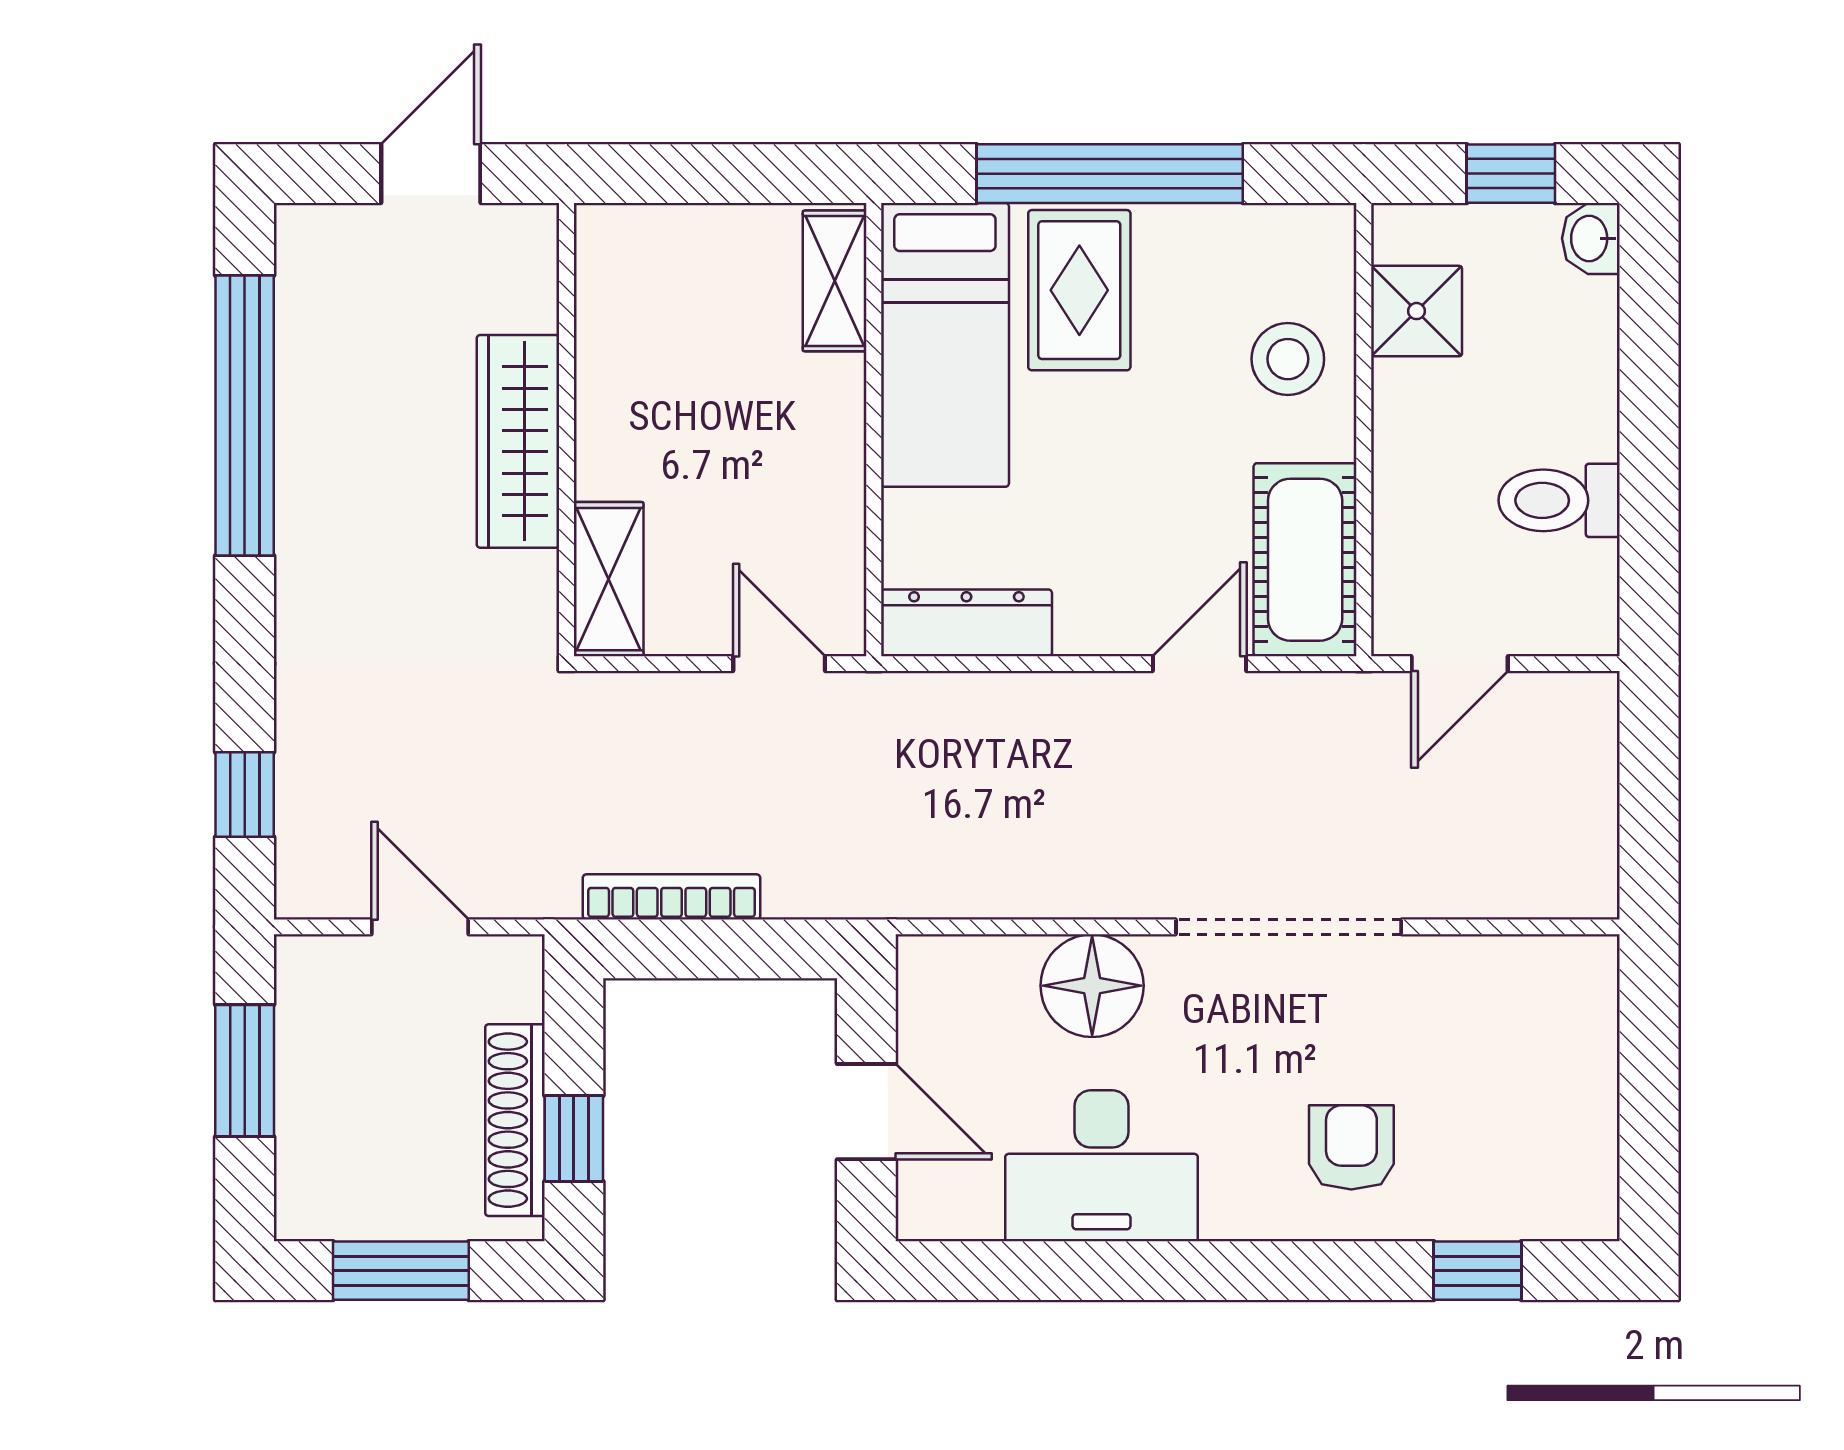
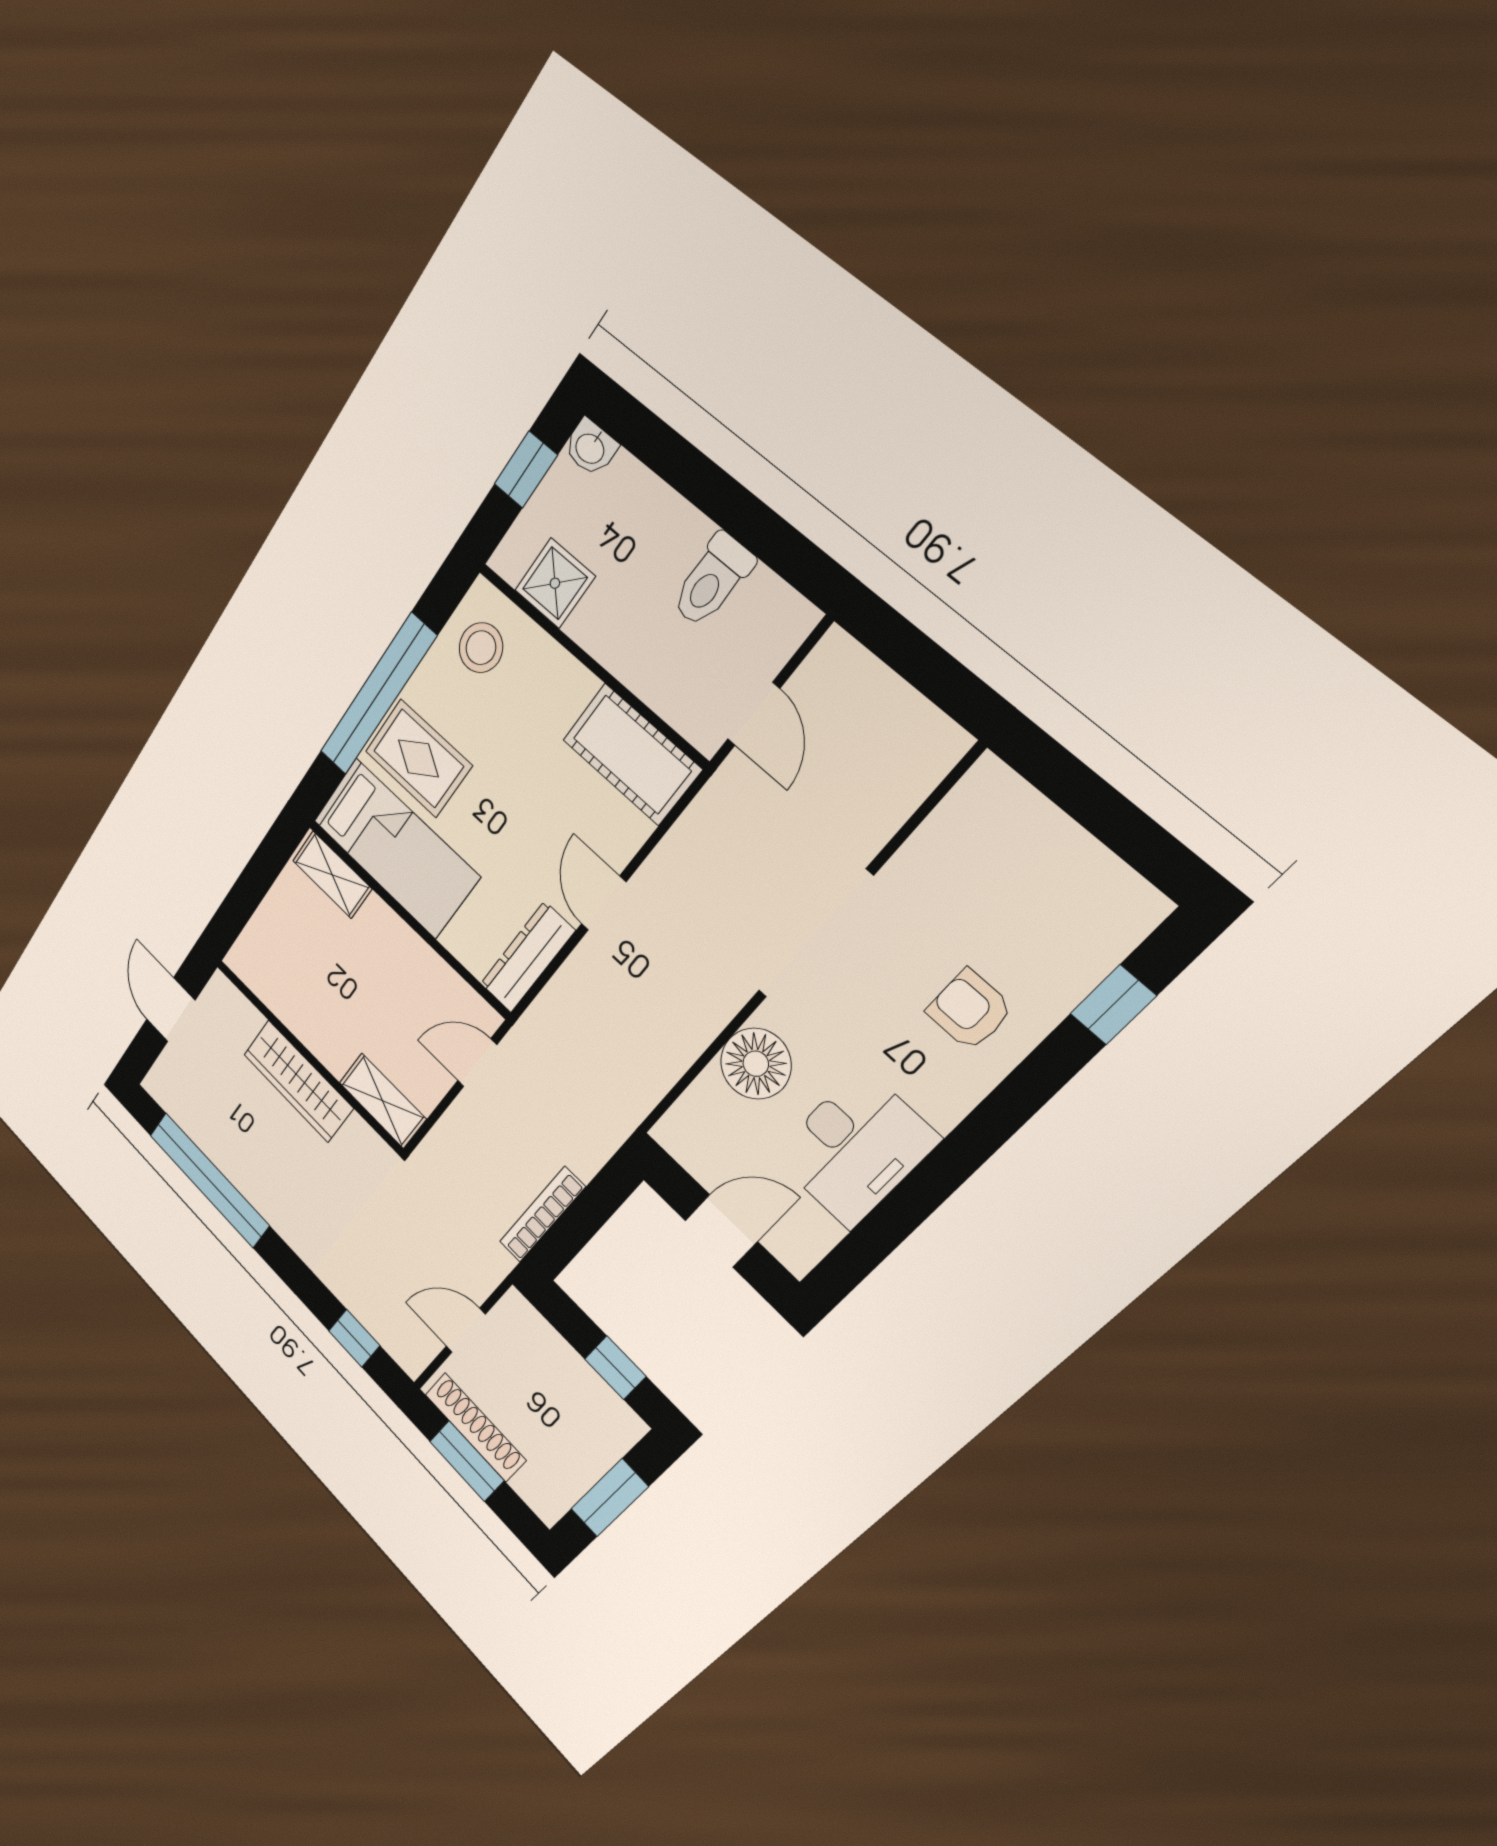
stool: (1288, 359) -> (481, 648), moved
door: (1200, 664) -> (604, 903), moved
shoe rack: (515, 1120) -> (475, 1427), moved, turned 180

